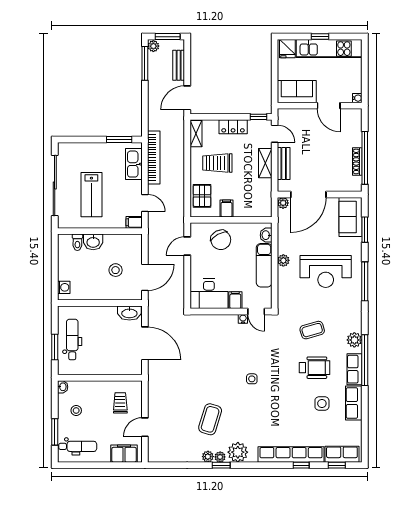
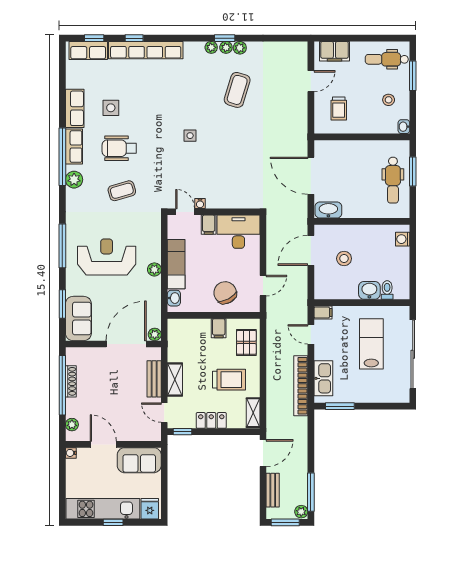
plant: (356, 123) -> (72, 425), added
plant: (238, 452) -> (211, 47), width x0.53, depth x0.53

